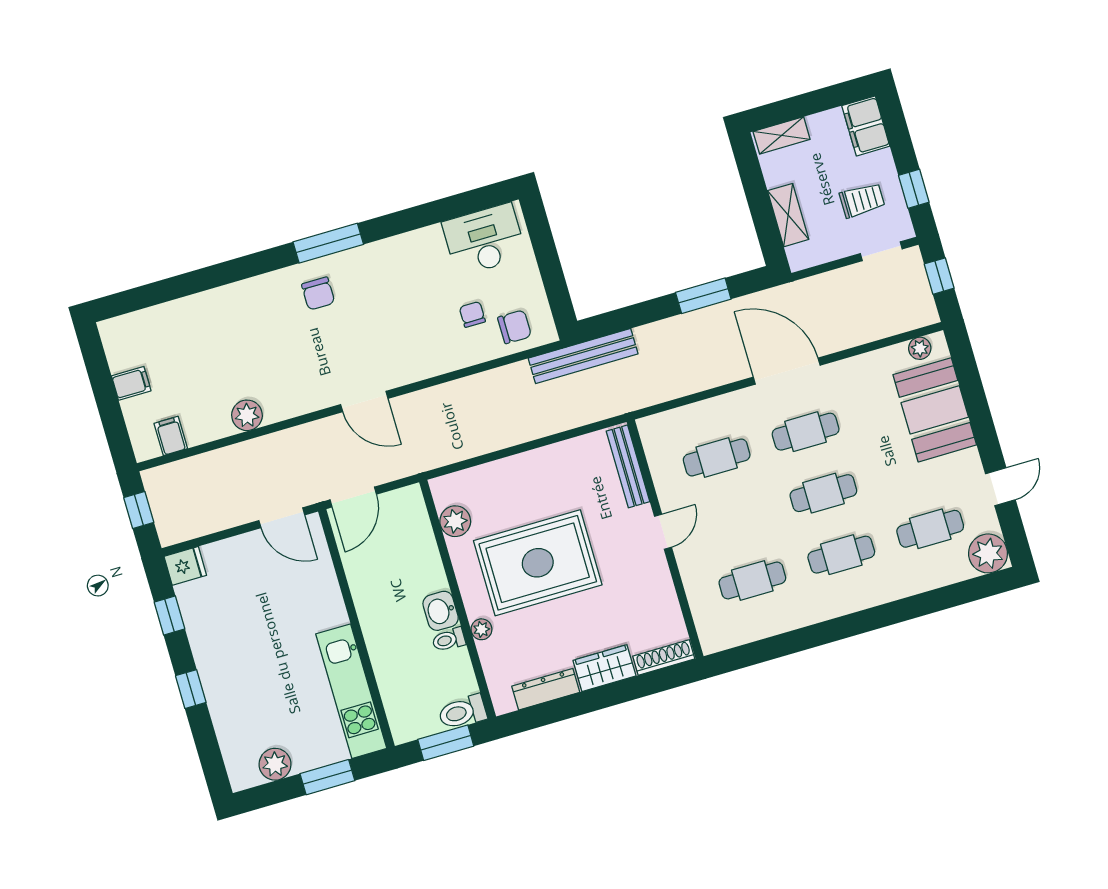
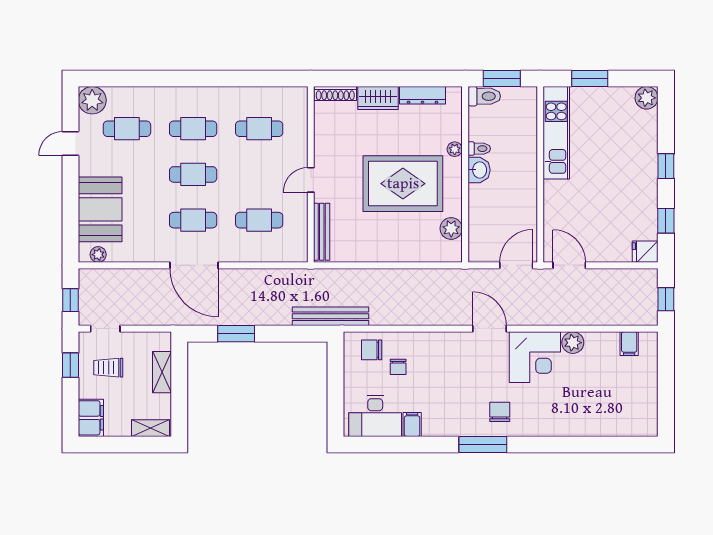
corner desk: (292, 381) -> (535, 357), added
filing cabinet: (131, 383) -> (412, 424), moved, turned 90
plant: (275, 764) -> (647, 98), moved

